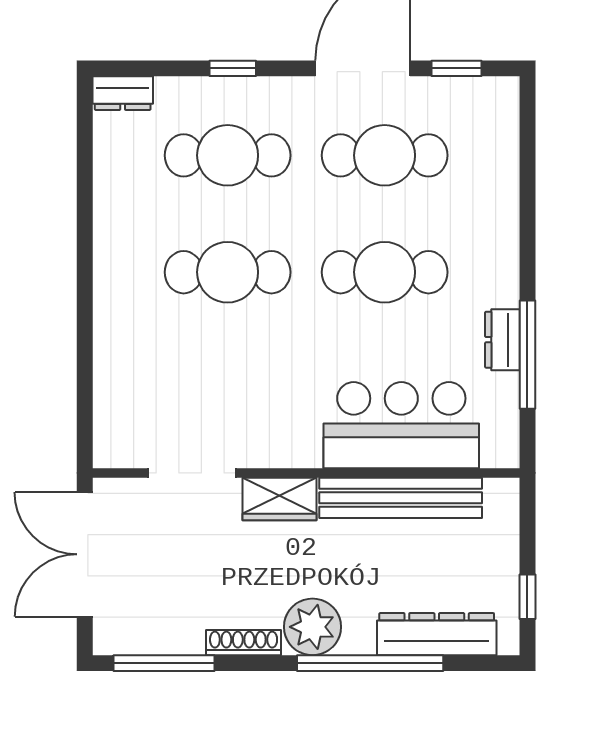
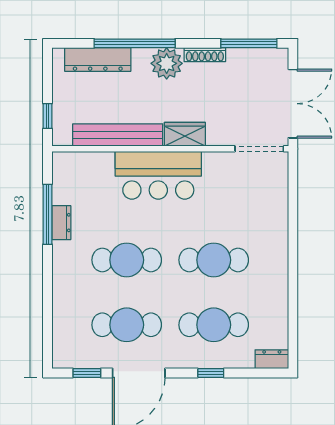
bar counter: (401, 425) -> (158, 175), moved
doorway: (192, 473) -> (259, 149), moved
window: (527, 597) -> (47, 116), moved

